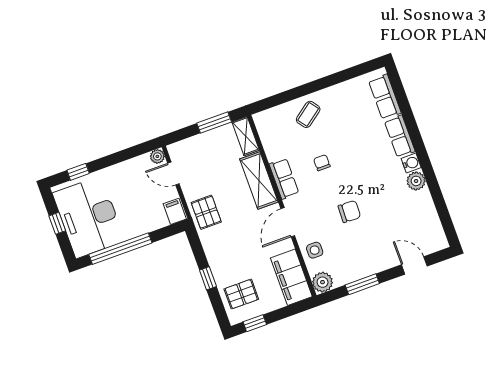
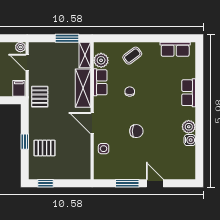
row of seats: (385, 97) -> (175, 49), moved, turned -90
water cooler: (411, 163) -> (190, 140), moved
row of seats: (284, 179) -> (100, 82), moved
door: (288, 222) -> (92, 123), hinge flipped
door: (414, 265) -> (155, 183), moved
filing cabinet: (291, 277) -> (81, 161), removed
plant: (323, 282) -> (101, 60), moved
pallet: (241, 294) -> (45, 148), moved

